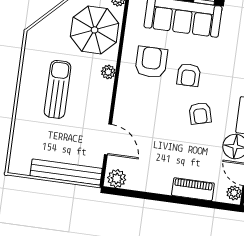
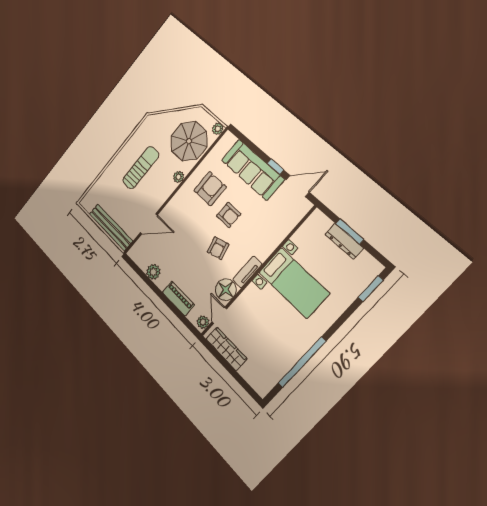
armchair: (189, 75) -> (229, 215), turned -90
door: (108, 139) -> (149, 224), hinge flipped
plant: (117, 179) -> (153, 272), moved

